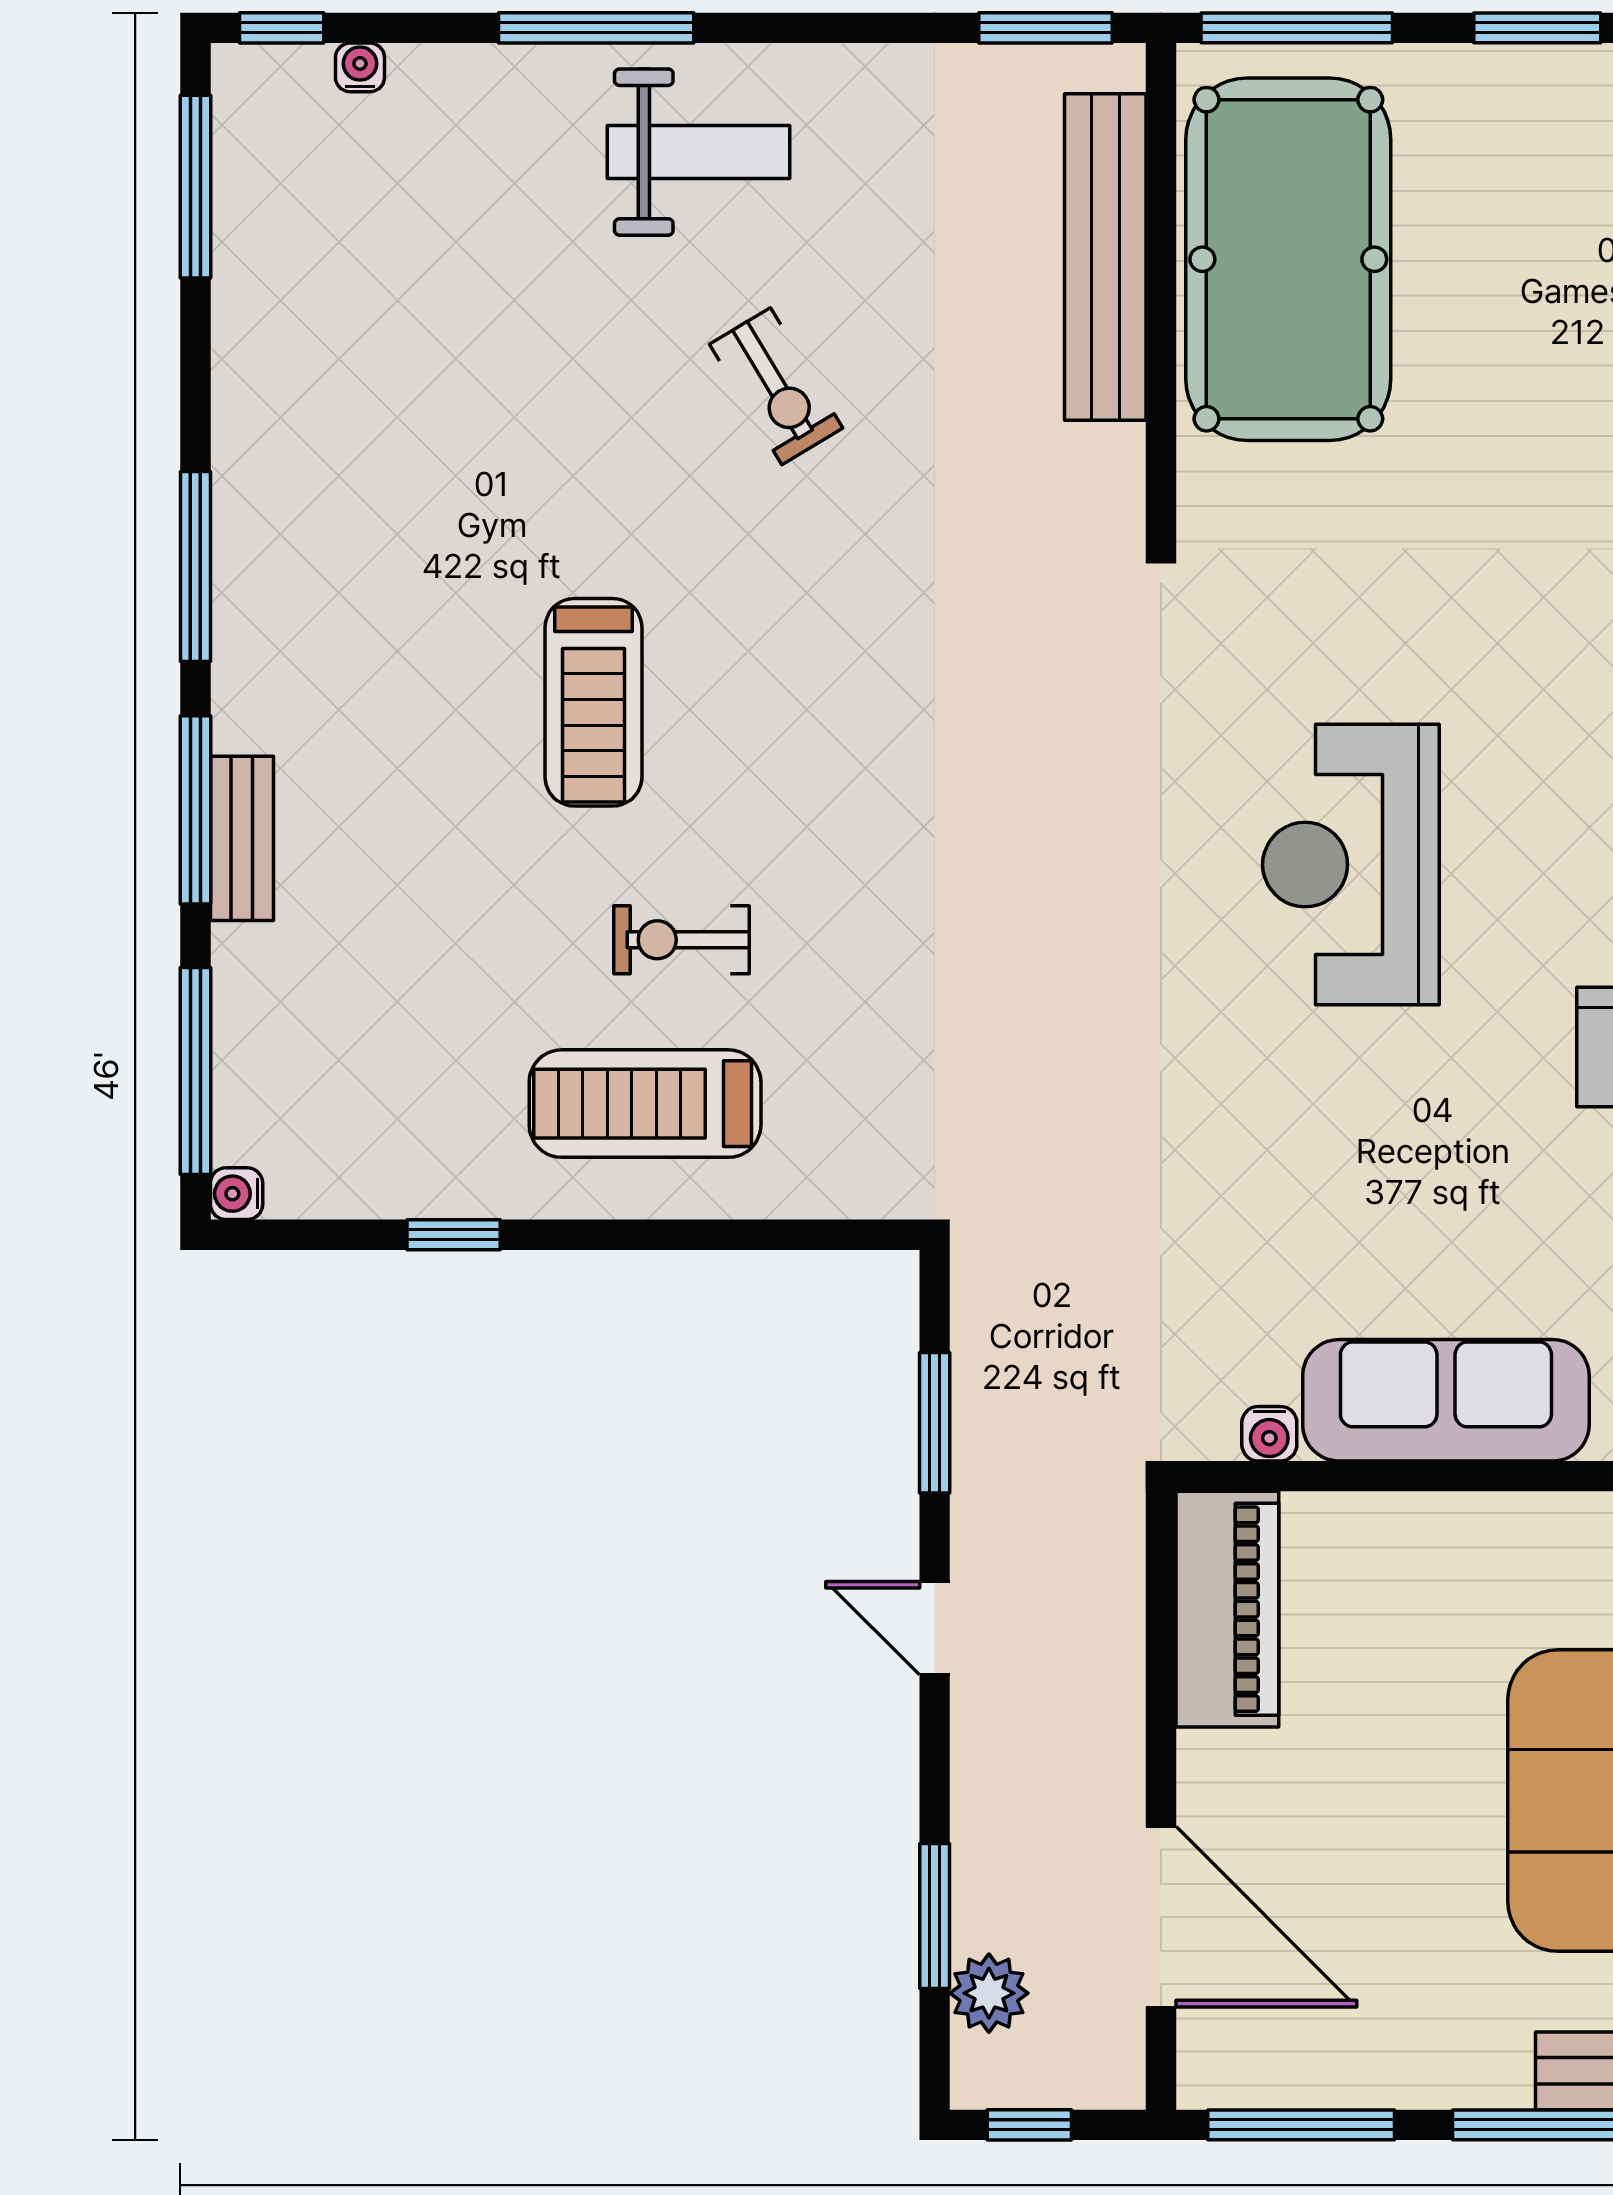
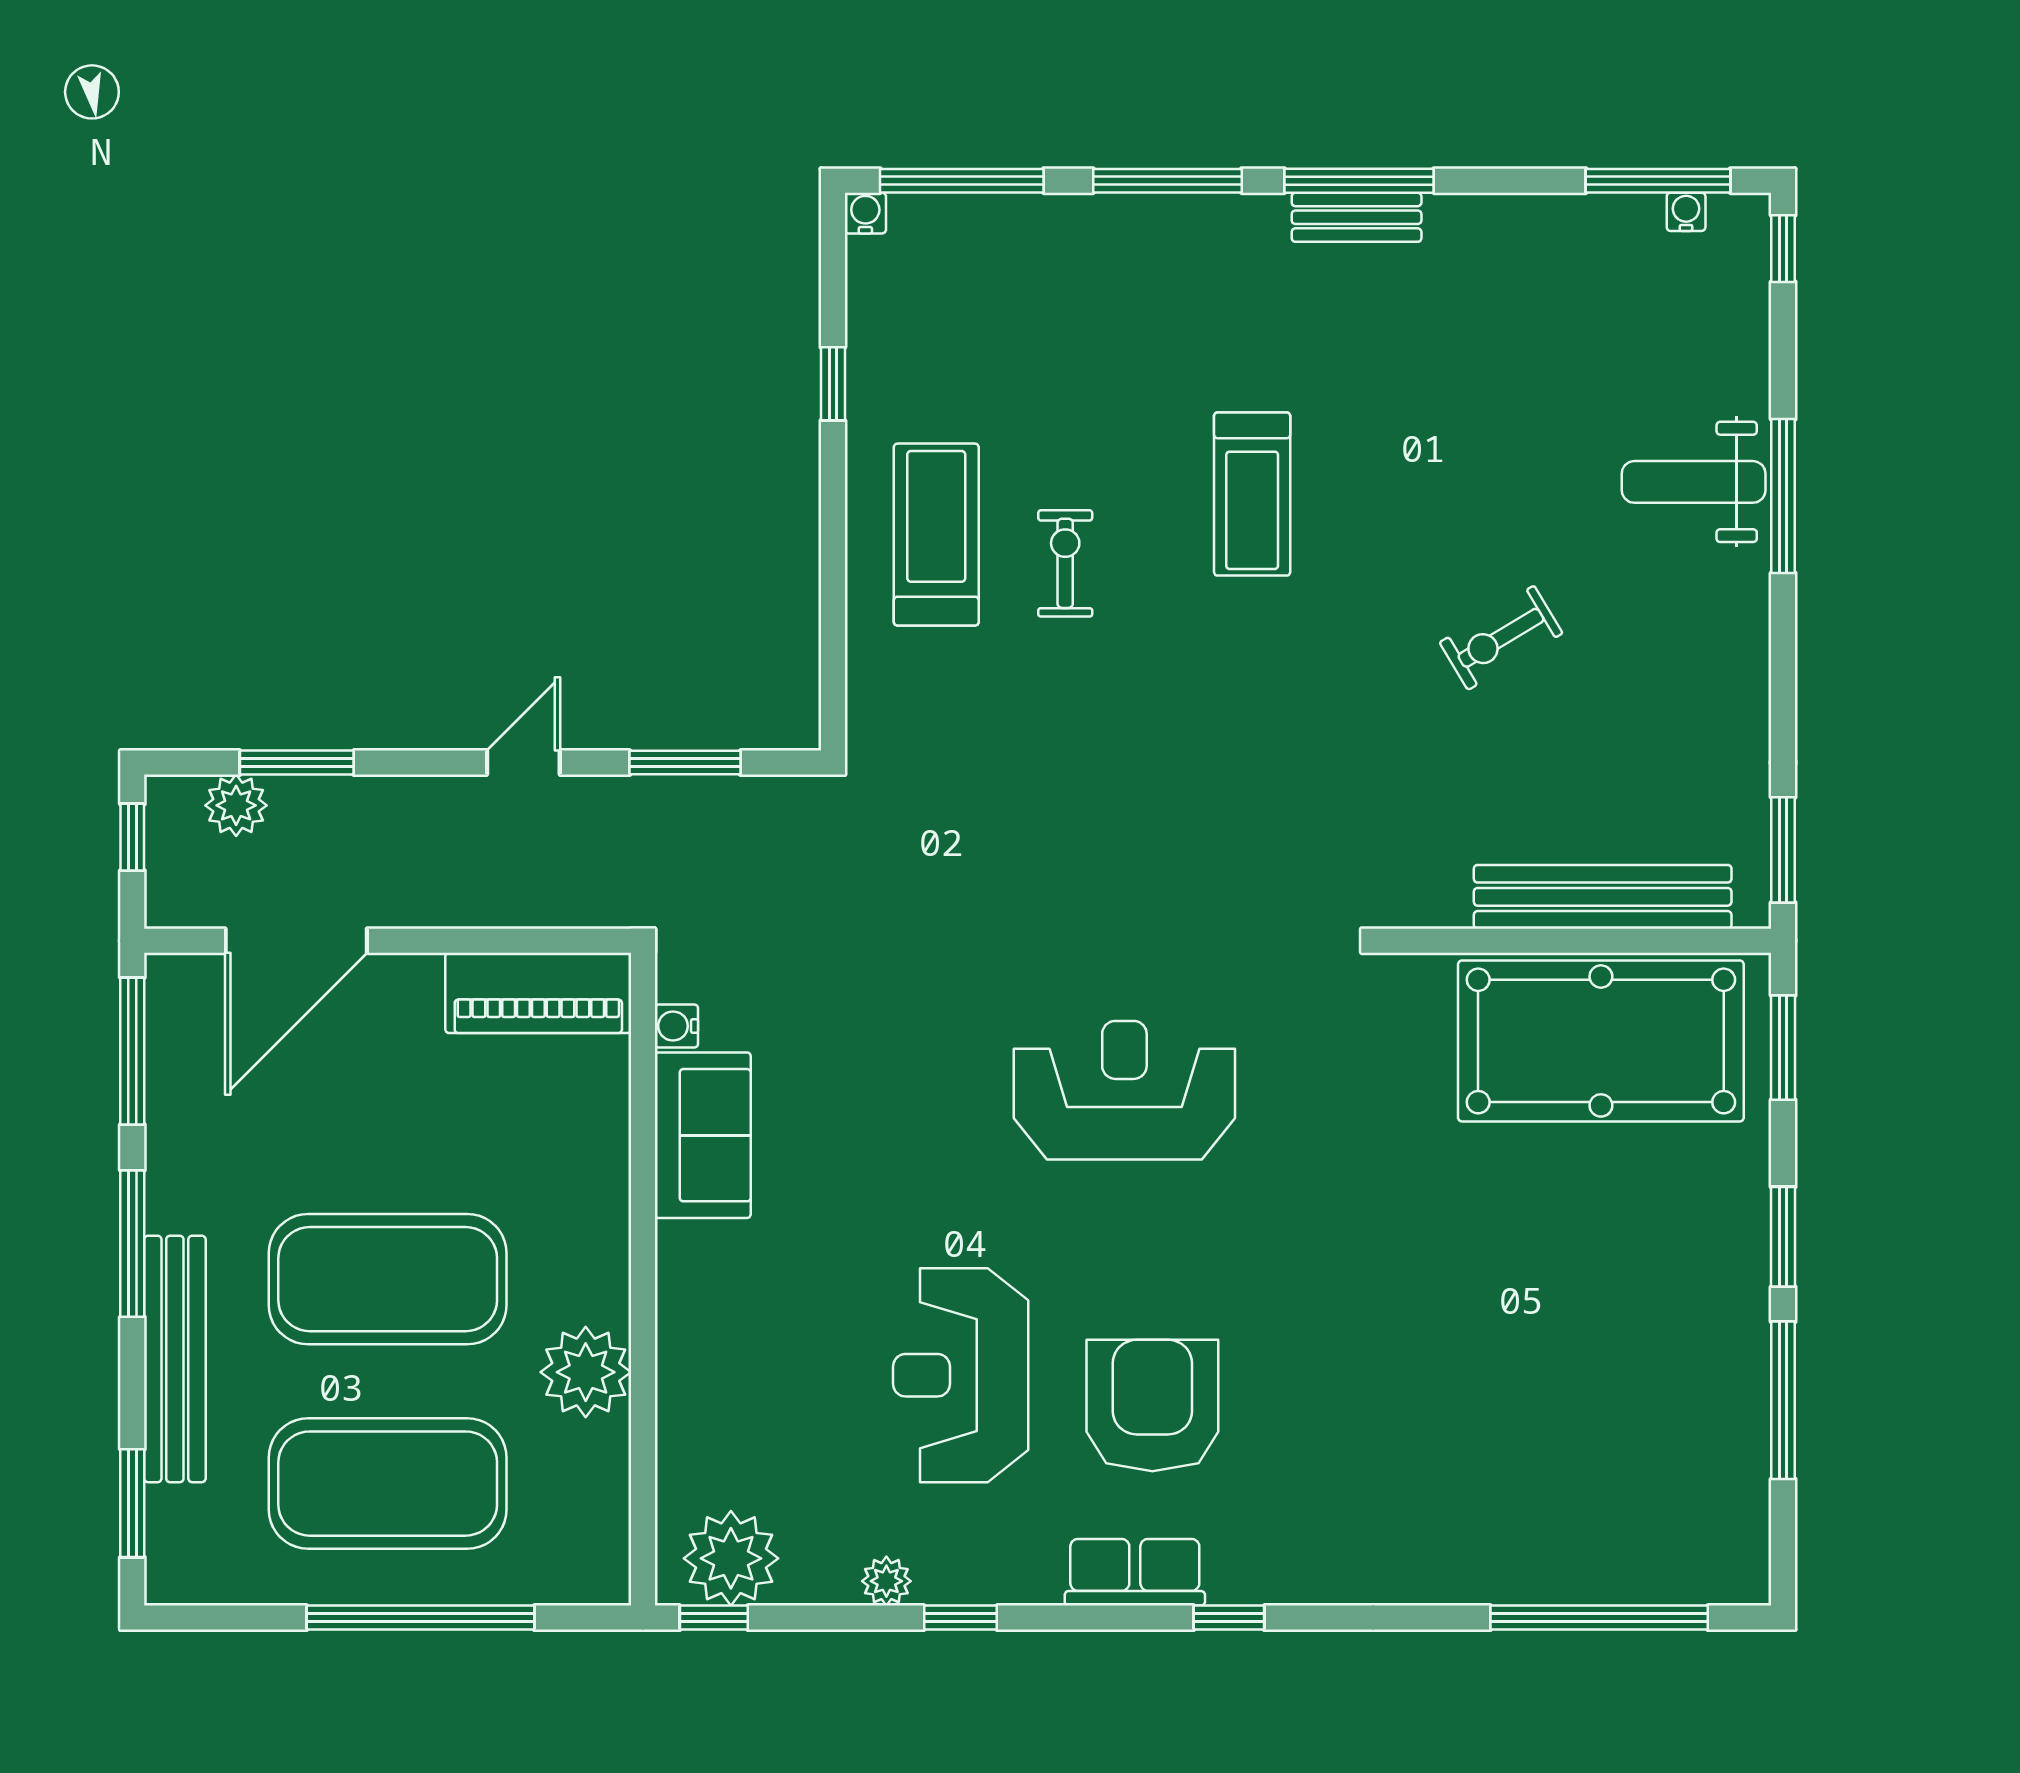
window: (1297, 28) -> (1783, 1048), width x0.69
water cooler: (360, 67) -> (1686, 212), moved, turned -90
weight bench: (699, 152) -> (1694, 482), moved, turned 90
treadmill: (594, 702) -> (1252, 494), turned -90
bench: (242, 838) -> (1357, 217), moved
sofa: (1446, 1400) -> (703, 1135), width x0.73

